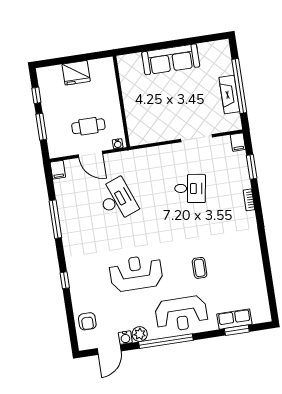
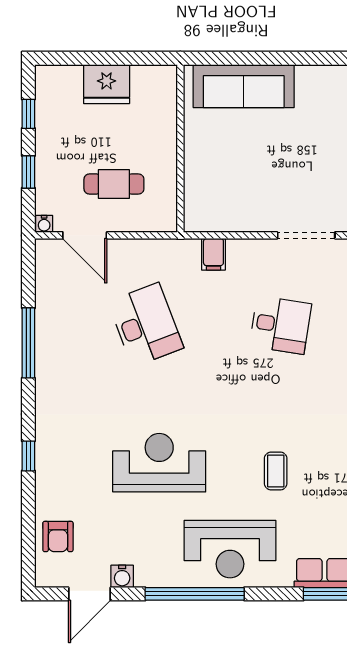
sofa: (171, 59) -> (244, 86), moved
window: (41, 127) -> (28, 172), width x0.67
water cooler: (118, 144) -> (44, 224), moved
door: (90, 154) -> (85, 235), moved
filing cabinet: (58, 170) -> (213, 254), moved
plant: (140, 334) -> (149, 574), removed

